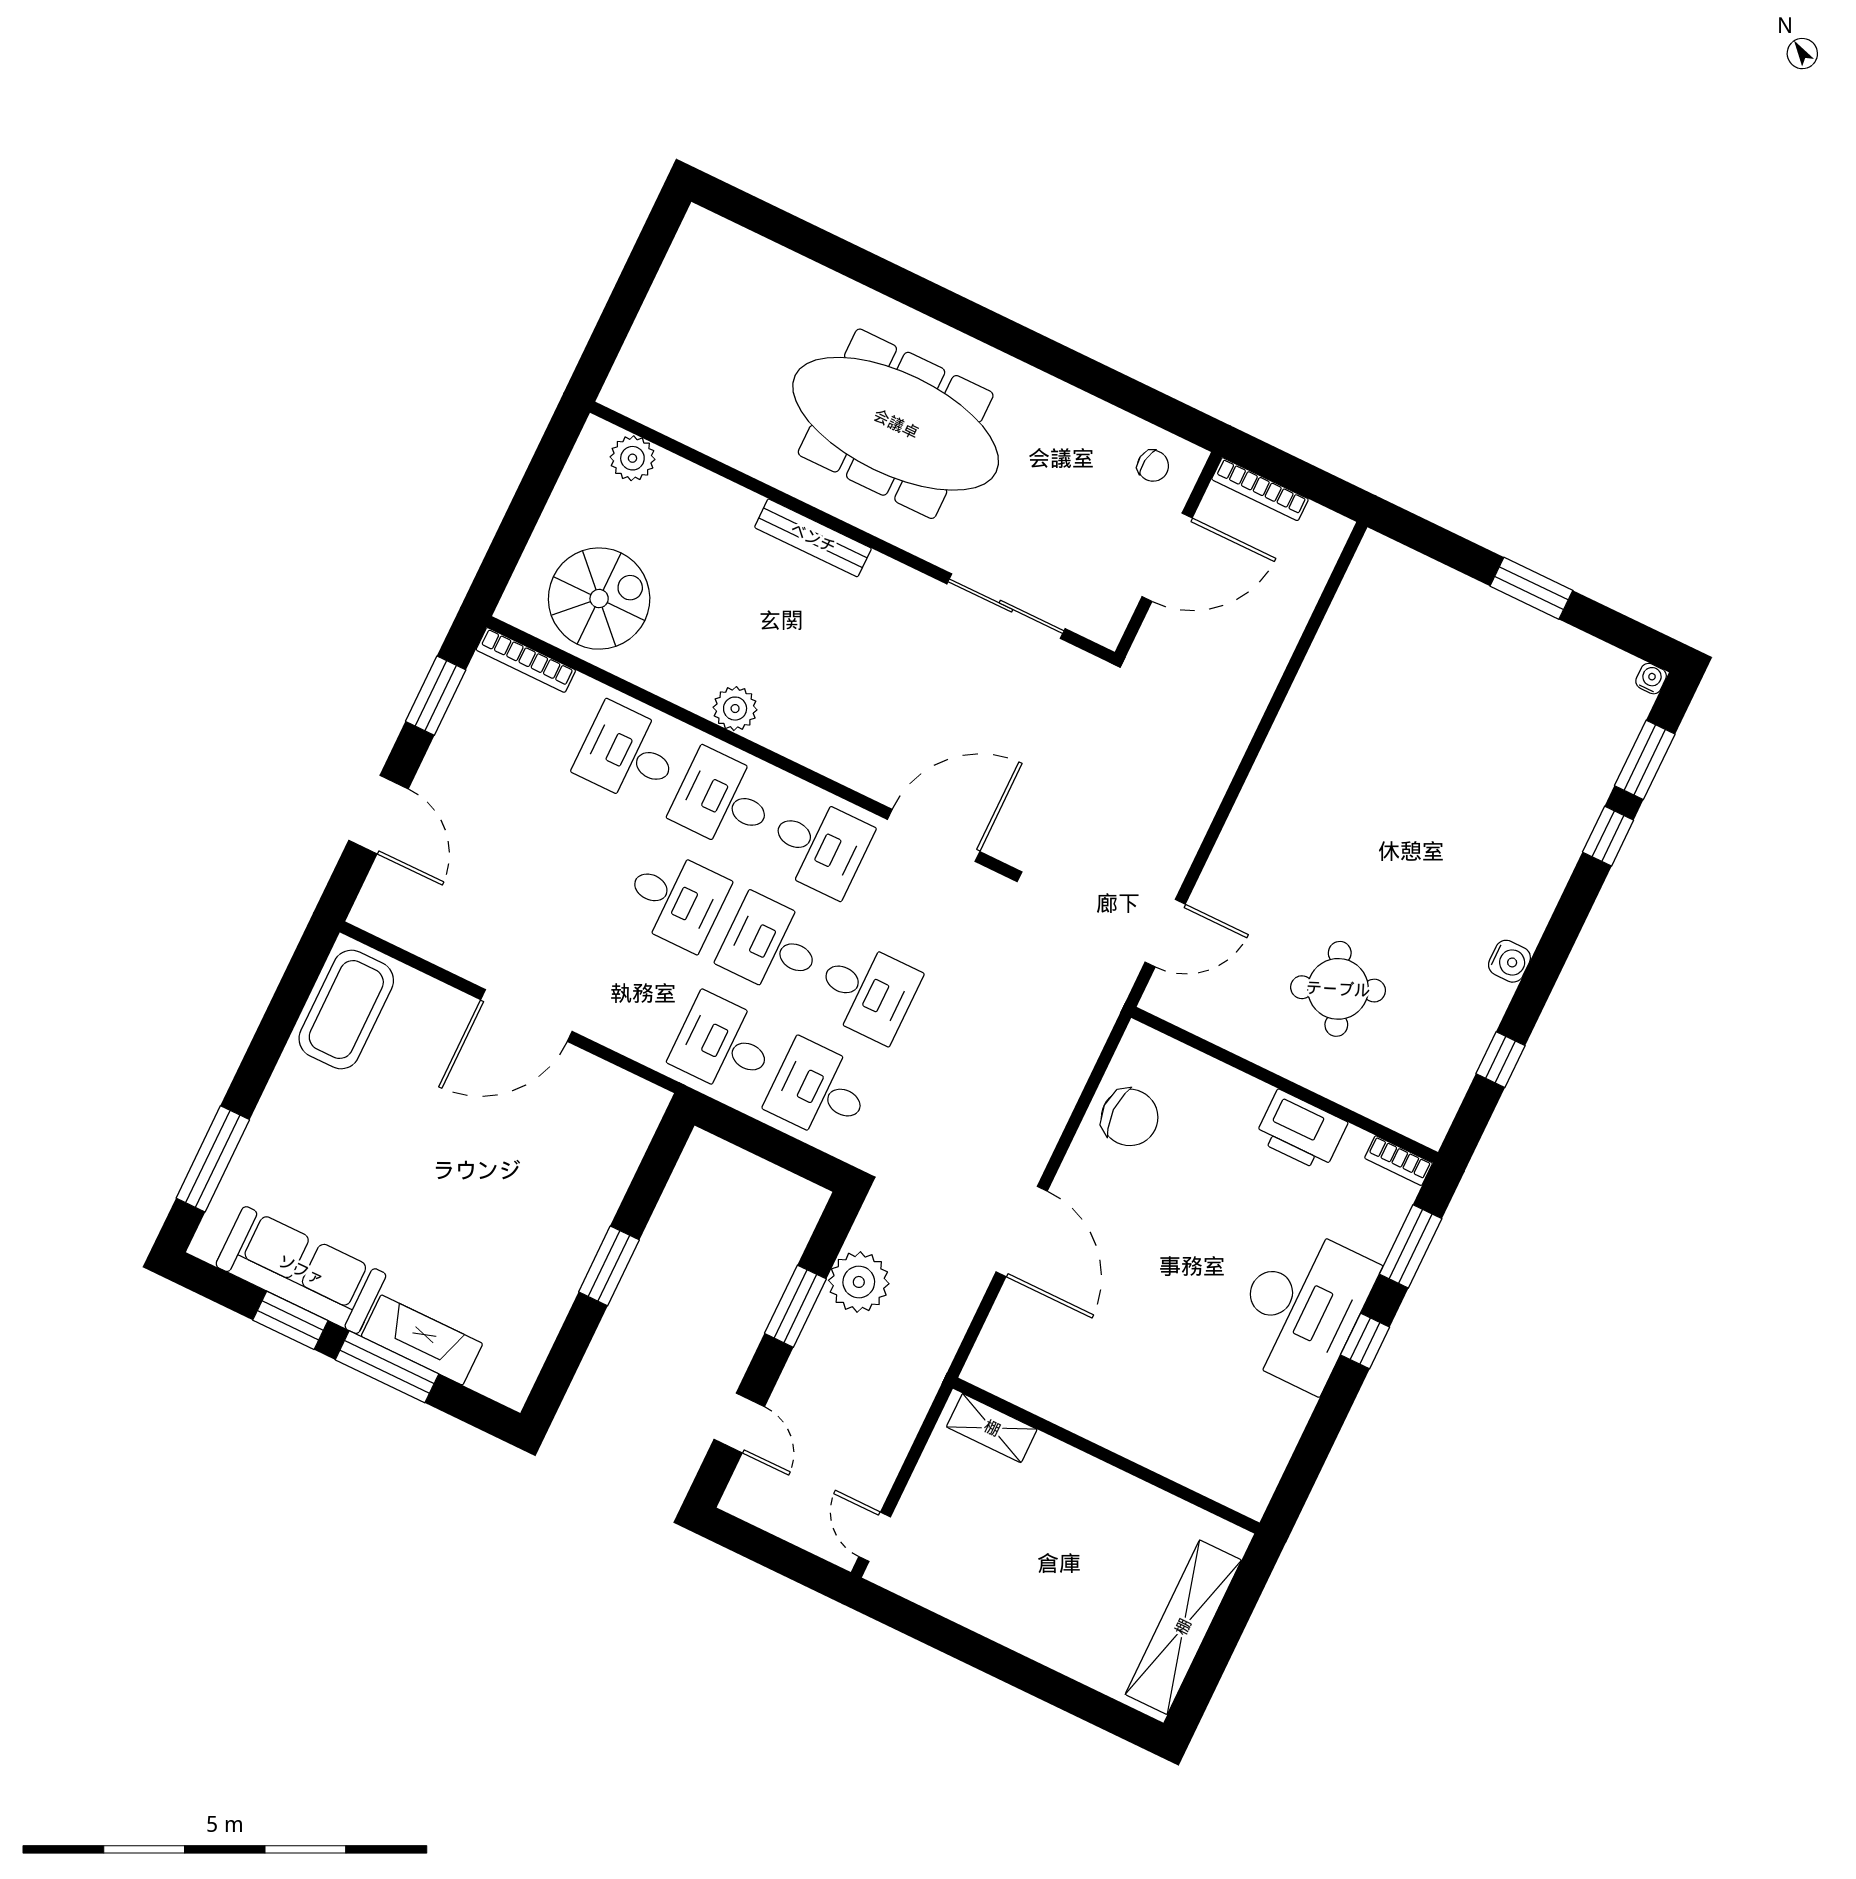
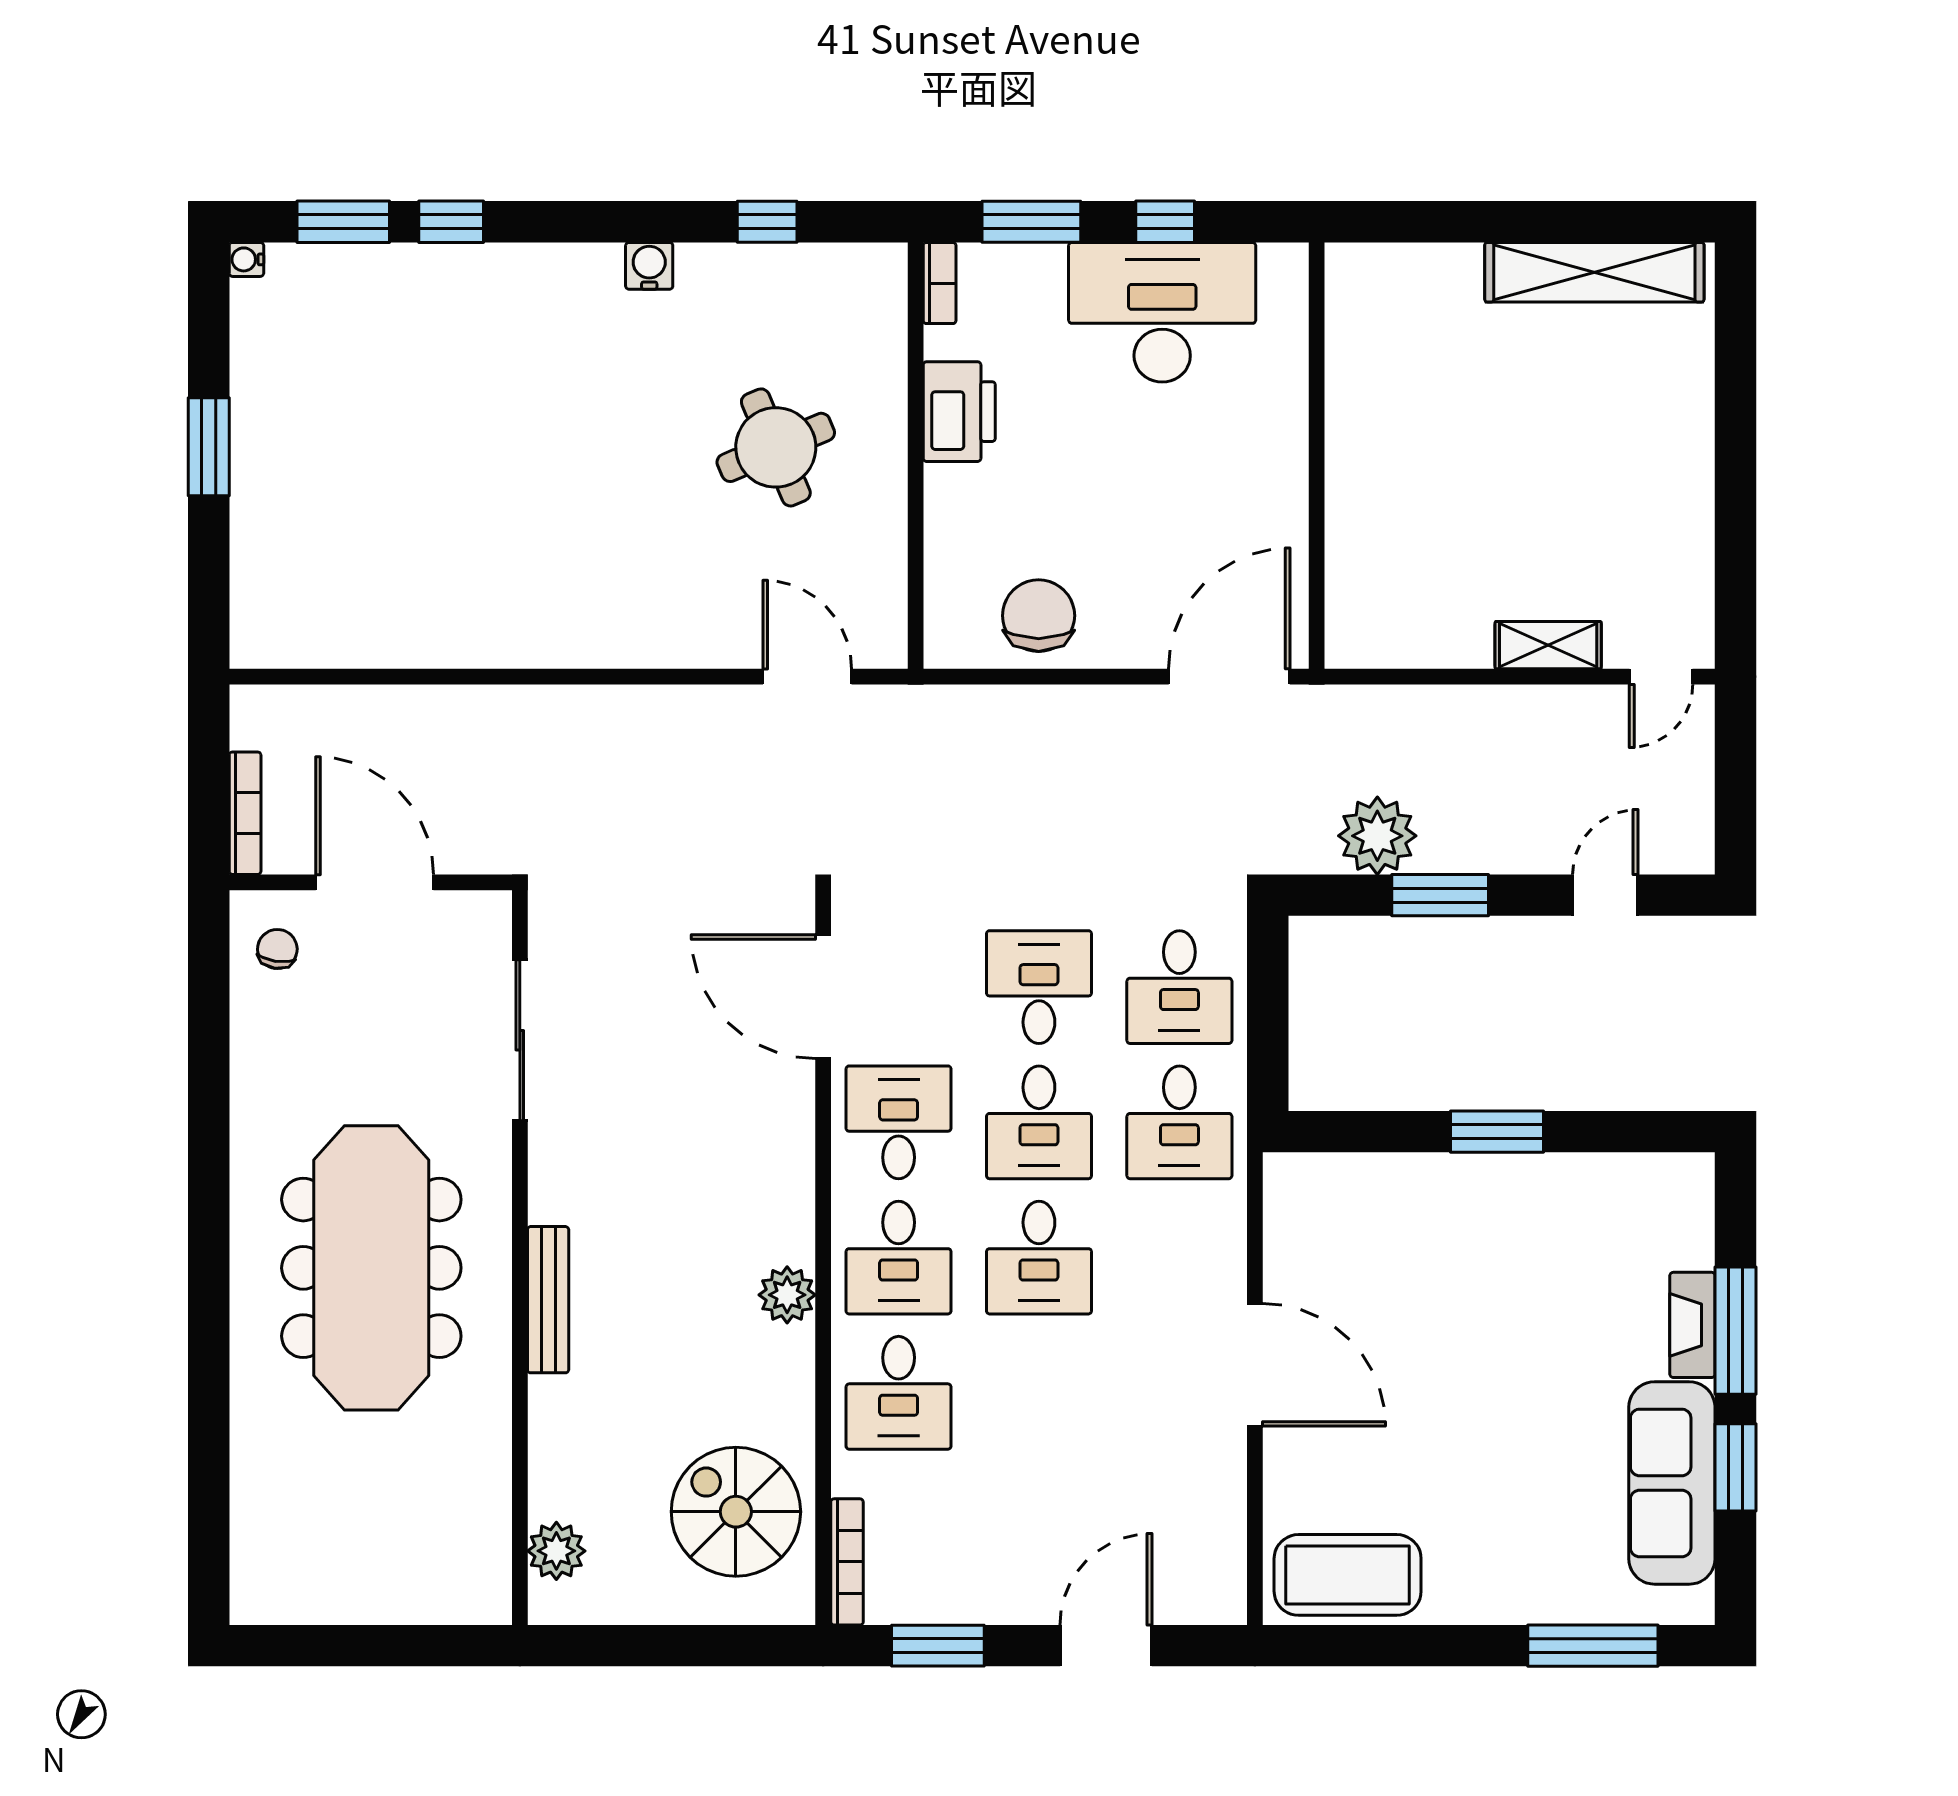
desk: (676, 899) -> (1039, 1258), turned 180
fireplace: (422, 1340) -> (1692, 1325), width x0.73, depth x0.76
shelving: (992, 1428) -> (1548, 645), moved, turned 90
wall: (1106, 1456) -> (1317, 456), moved

